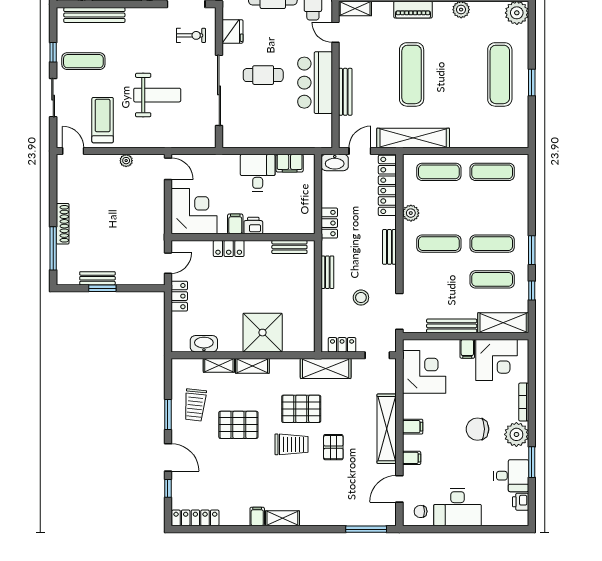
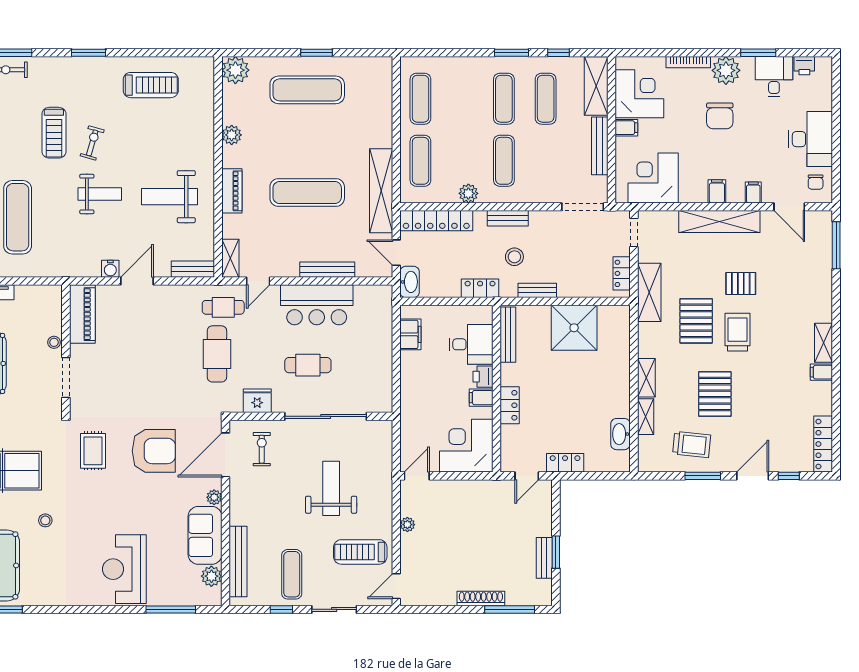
cafe table: (263, 75) -> (308, 365), turned 90
desk: (258, 173) -> (471, 344), moved, turned 180
bench: (289, 247) -> (508, 335), width x1.36
door: (168, 263) -> (527, 476), swing flipped
stool: (361, 298) -> (514, 257), moved
shower: (263, 333) -> (574, 328), moved

